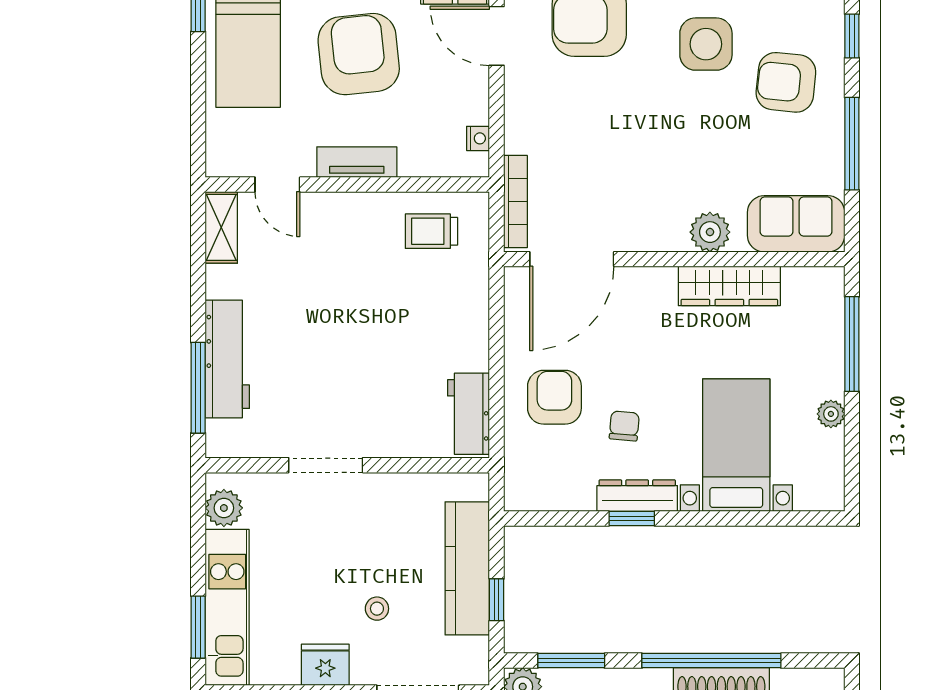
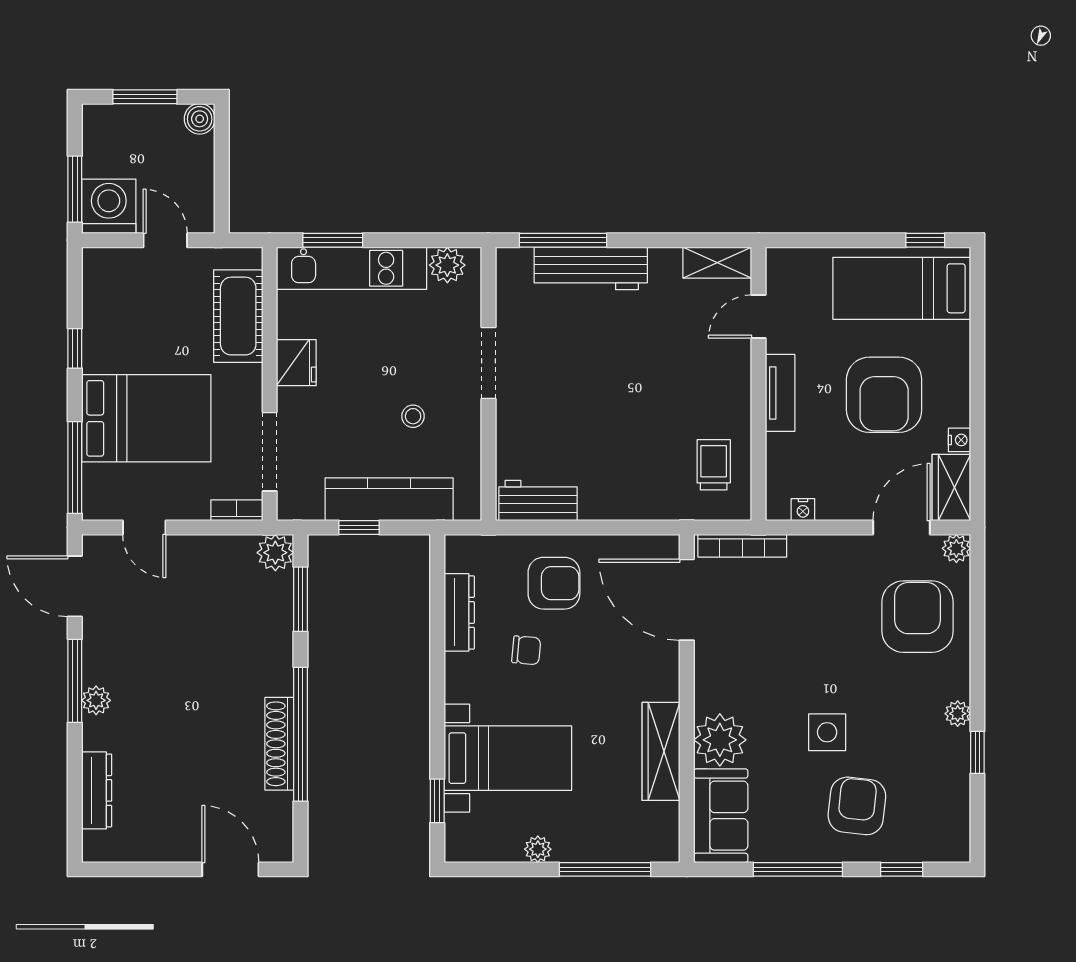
side table: (706, 44) -> (827, 732), moved, width x0.73, depth x0.73
armchair: (359, 54) -> (884, 395), turned 96
plant: (710, 232) -> (720, 740), width x1.36, depth x1.36
dresser: (637, 496) -> (459, 612), moved
window: (632, 518) -> (437, 801), moved
stool: (377, 609) -> (413, 416), moved

